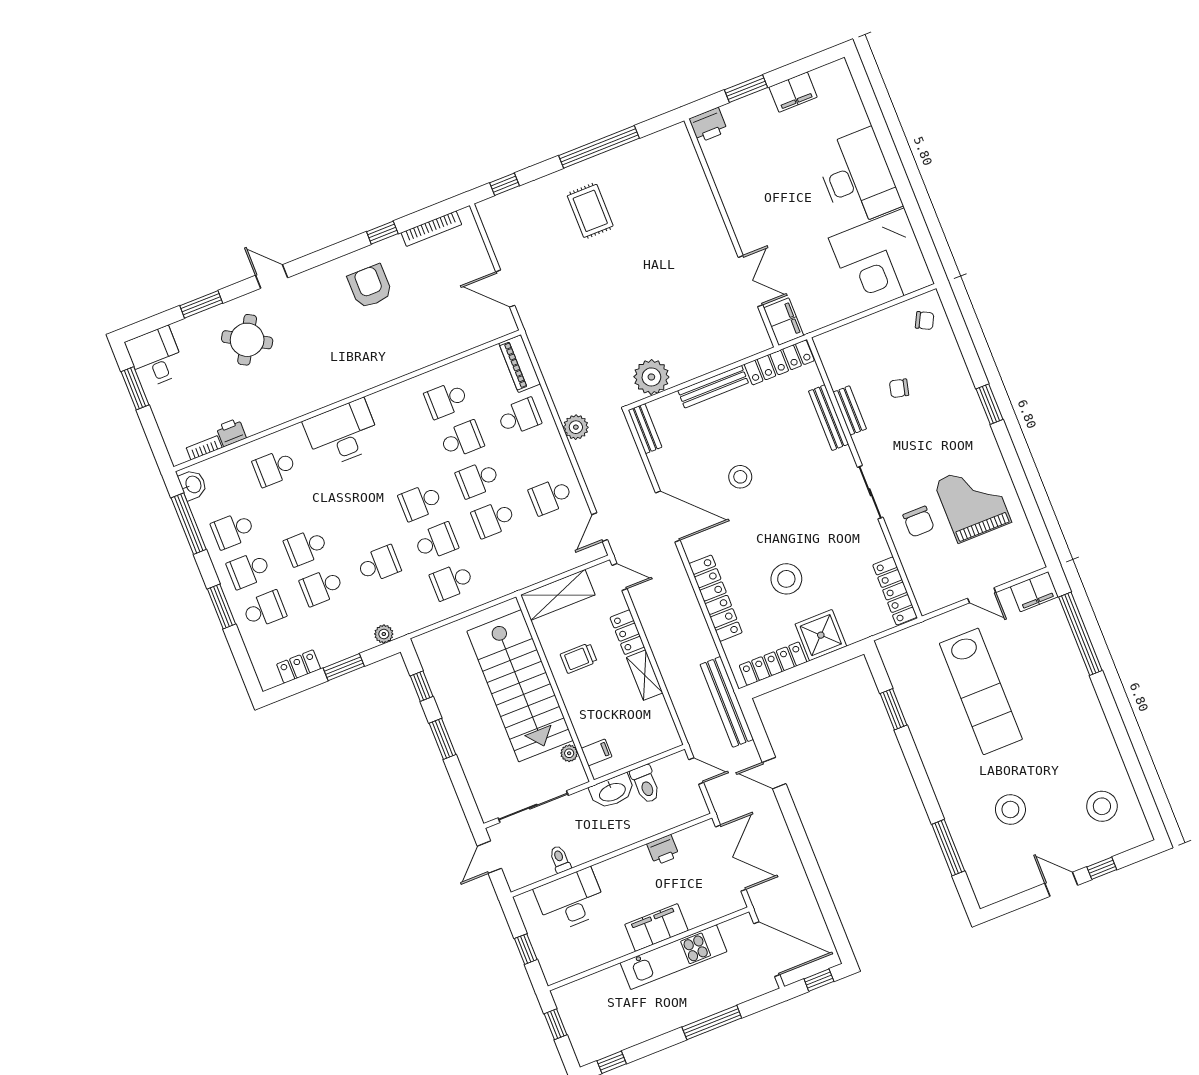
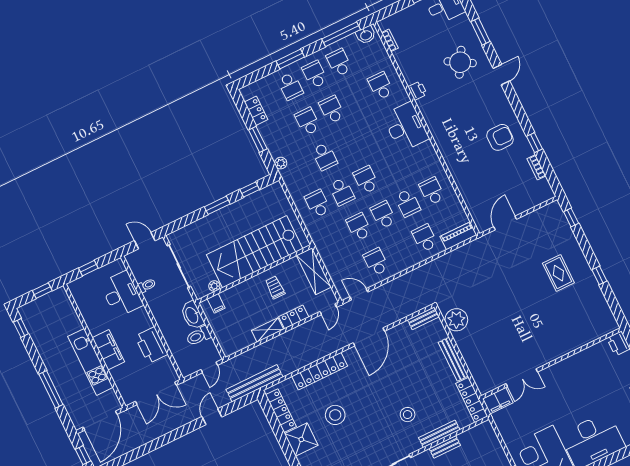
window: (599, 147) -> (599, 275), width x0.32
rug: (590, 211) -> (558, 273), turned 90
bookcase: (431, 229) -> (536, 167), width x0.64
school desk: (519, 417) -> (425, 238), turned 180
plant: (576, 427) -> (421, 274), removed
printer: (231, 432) -> (417, 91), moved
stool: (740, 477) -> (408, 415), moved
printer: (663, 850) -> (151, 345), width x1.87, depth x1.48

